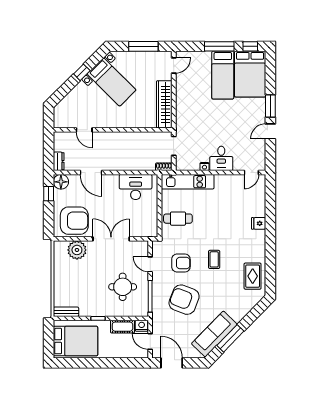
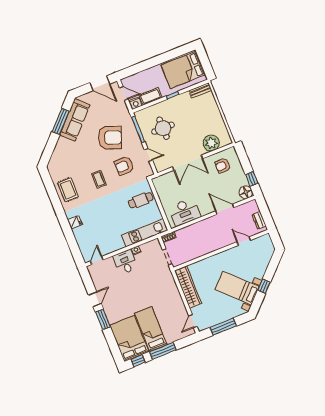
dresser: (59, 161) -> (259, 220), moved
armchair: (74, 221) -> (223, 166), width x0.53, depth x0.53
rug: (253, 276) -> (68, 190), moved

